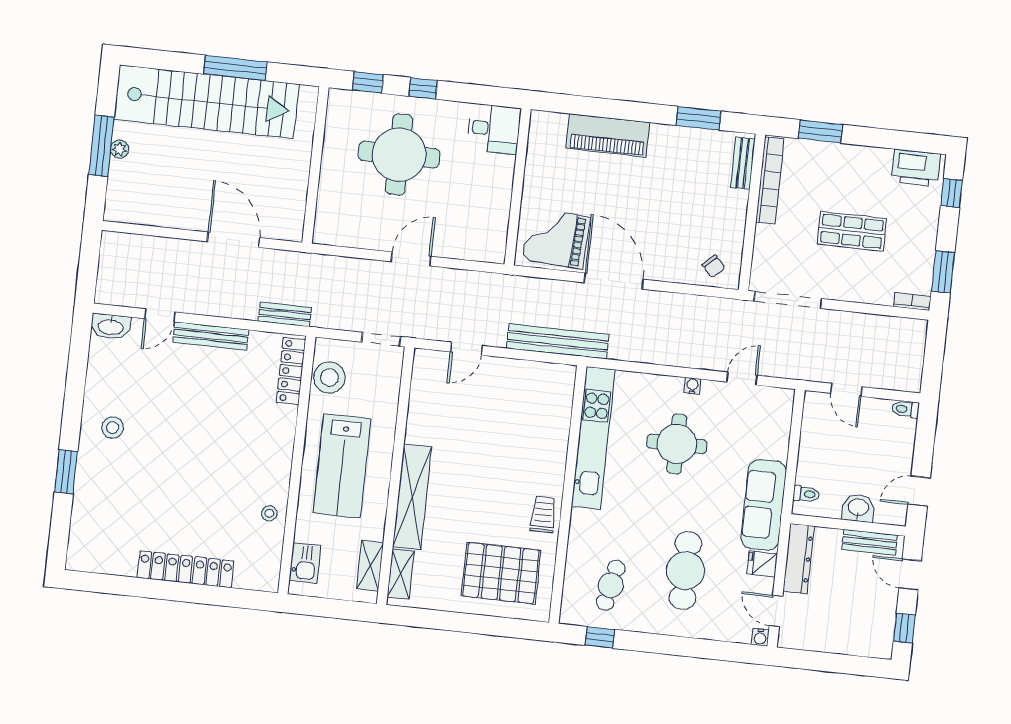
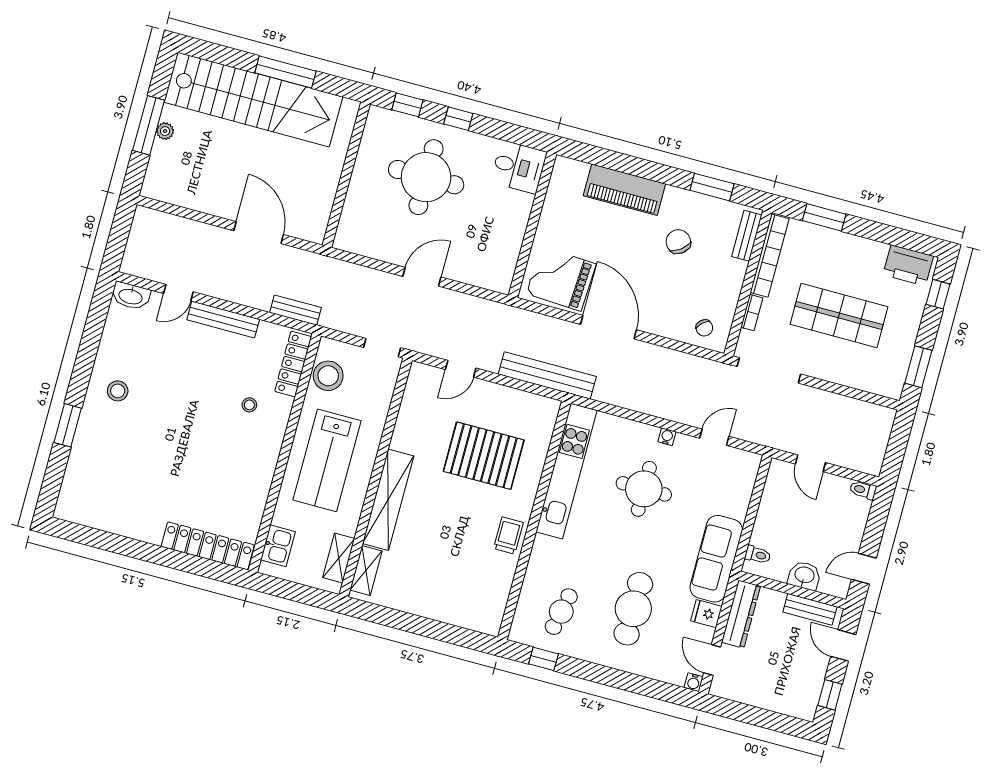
chair: (672, 181) -> (678, 242), added
shop shelf: (852, 231) -> (839, 315), width x1.43, depth x1.36
bookcase: (912, 302) -> (752, 313), moved, turned 90
stool: (269, 513) -> (249, 405), moved
locker: (186, 569) -> (208, 546), moved
pallet: (501, 573) -> (484, 456), moved

